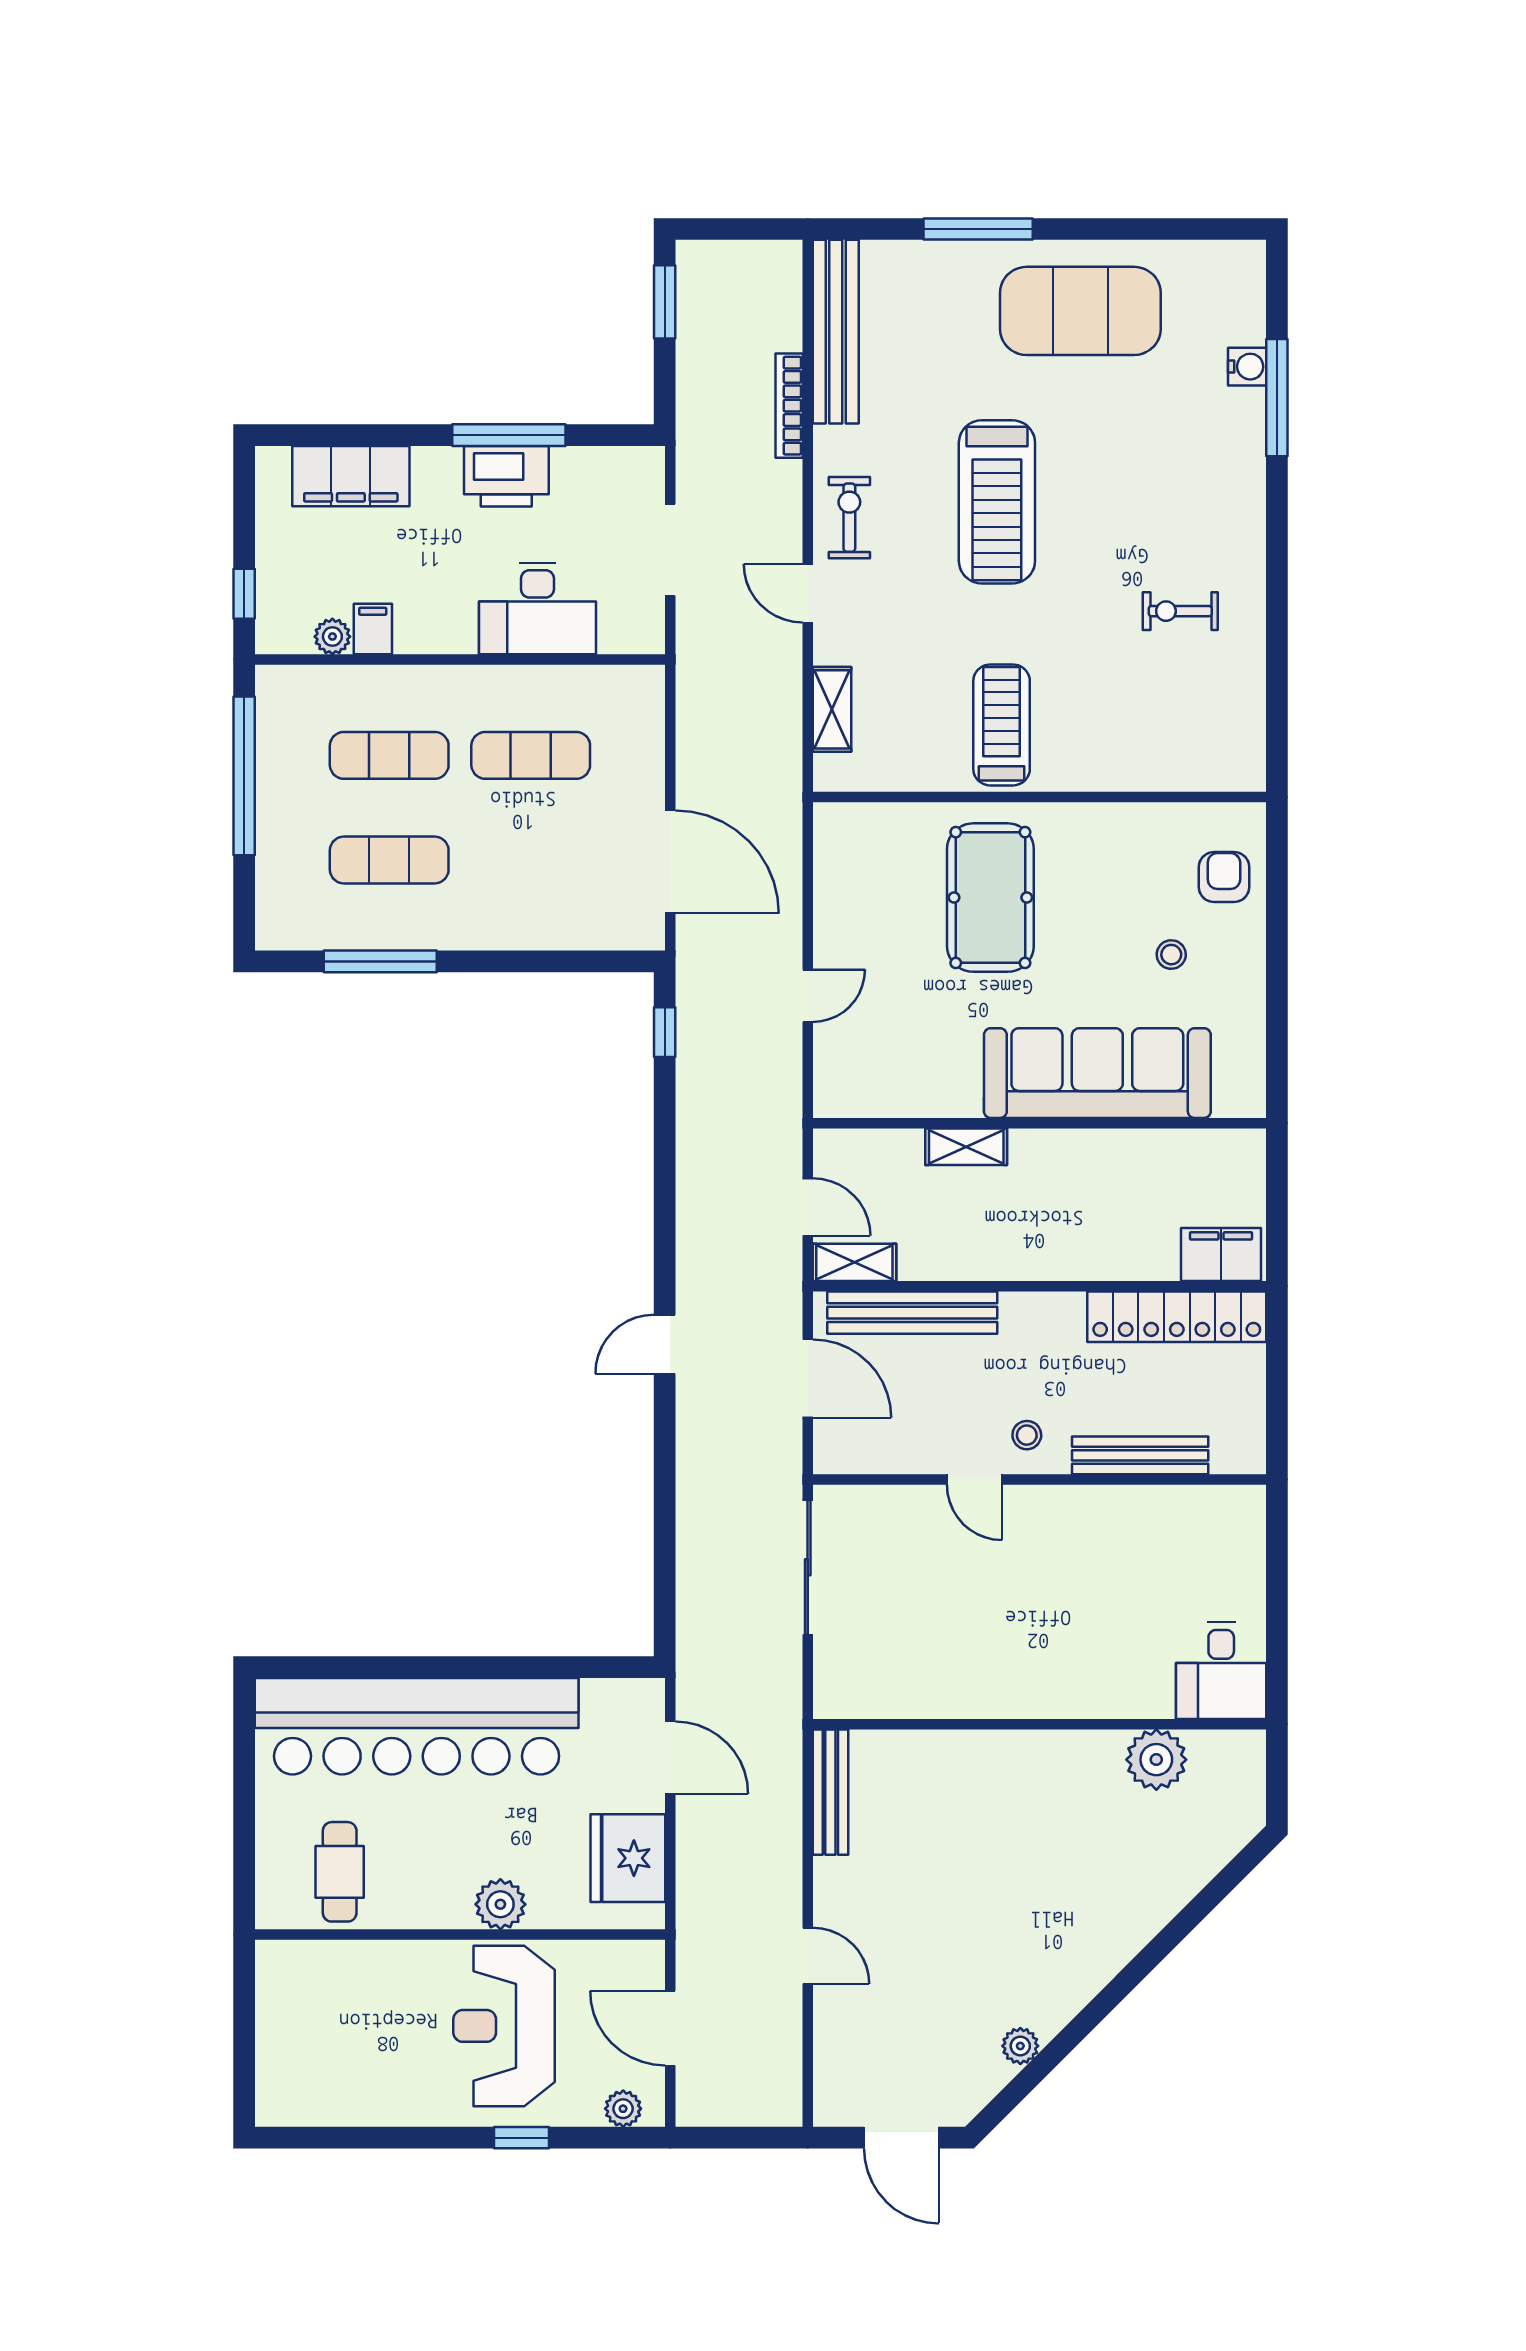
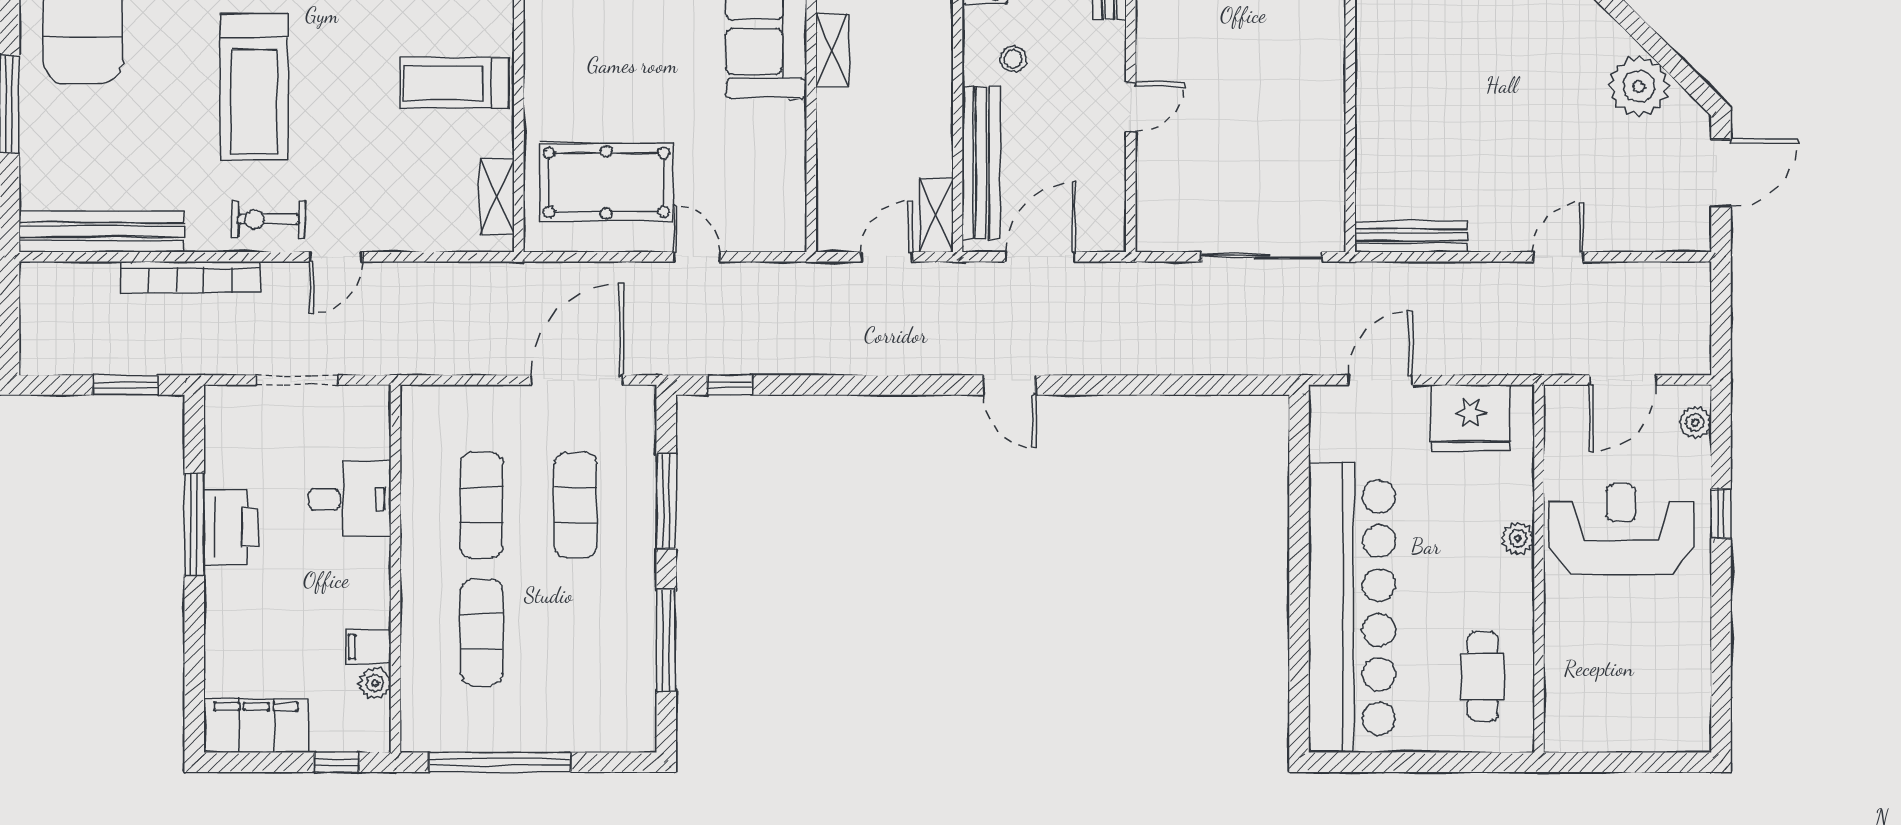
window: (665, 302) -> (126, 385), moved
bookcase: (789, 406) -> (190, 277), width x1.48, depth x1.31
filing cabinet: (351, 476) -> (256, 725), moved, turned -90
treadmill: (997, 502) -> (254, 87), turned 90
desk: (537, 609) -> (350, 499), width x0.73
shelving: (832, 709) -> (497, 197), moved, turned 90
exercise mat: (389, 860) -> (575, 505), moved
pool table: (990, 898) -> (606, 182), moved
window: (535, 961) -> (666, 501), added
shelving: (966, 1147) -> (832, 50), moved
stool: (1027, 1435) -> (1013, 59), moved
sliding door: (808, 1567) -> (1262, 257), moved
cafe table: (340, 1872) -> (1483, 677), turned 90
plant: (500, 1904) -> (1518, 539), width x0.73, depth x0.73
reception desk: (504, 2026) -> (1621, 529), turned 180
plant: (1020, 2046) -> (1639, 86), width x1.87, depth x1.87

